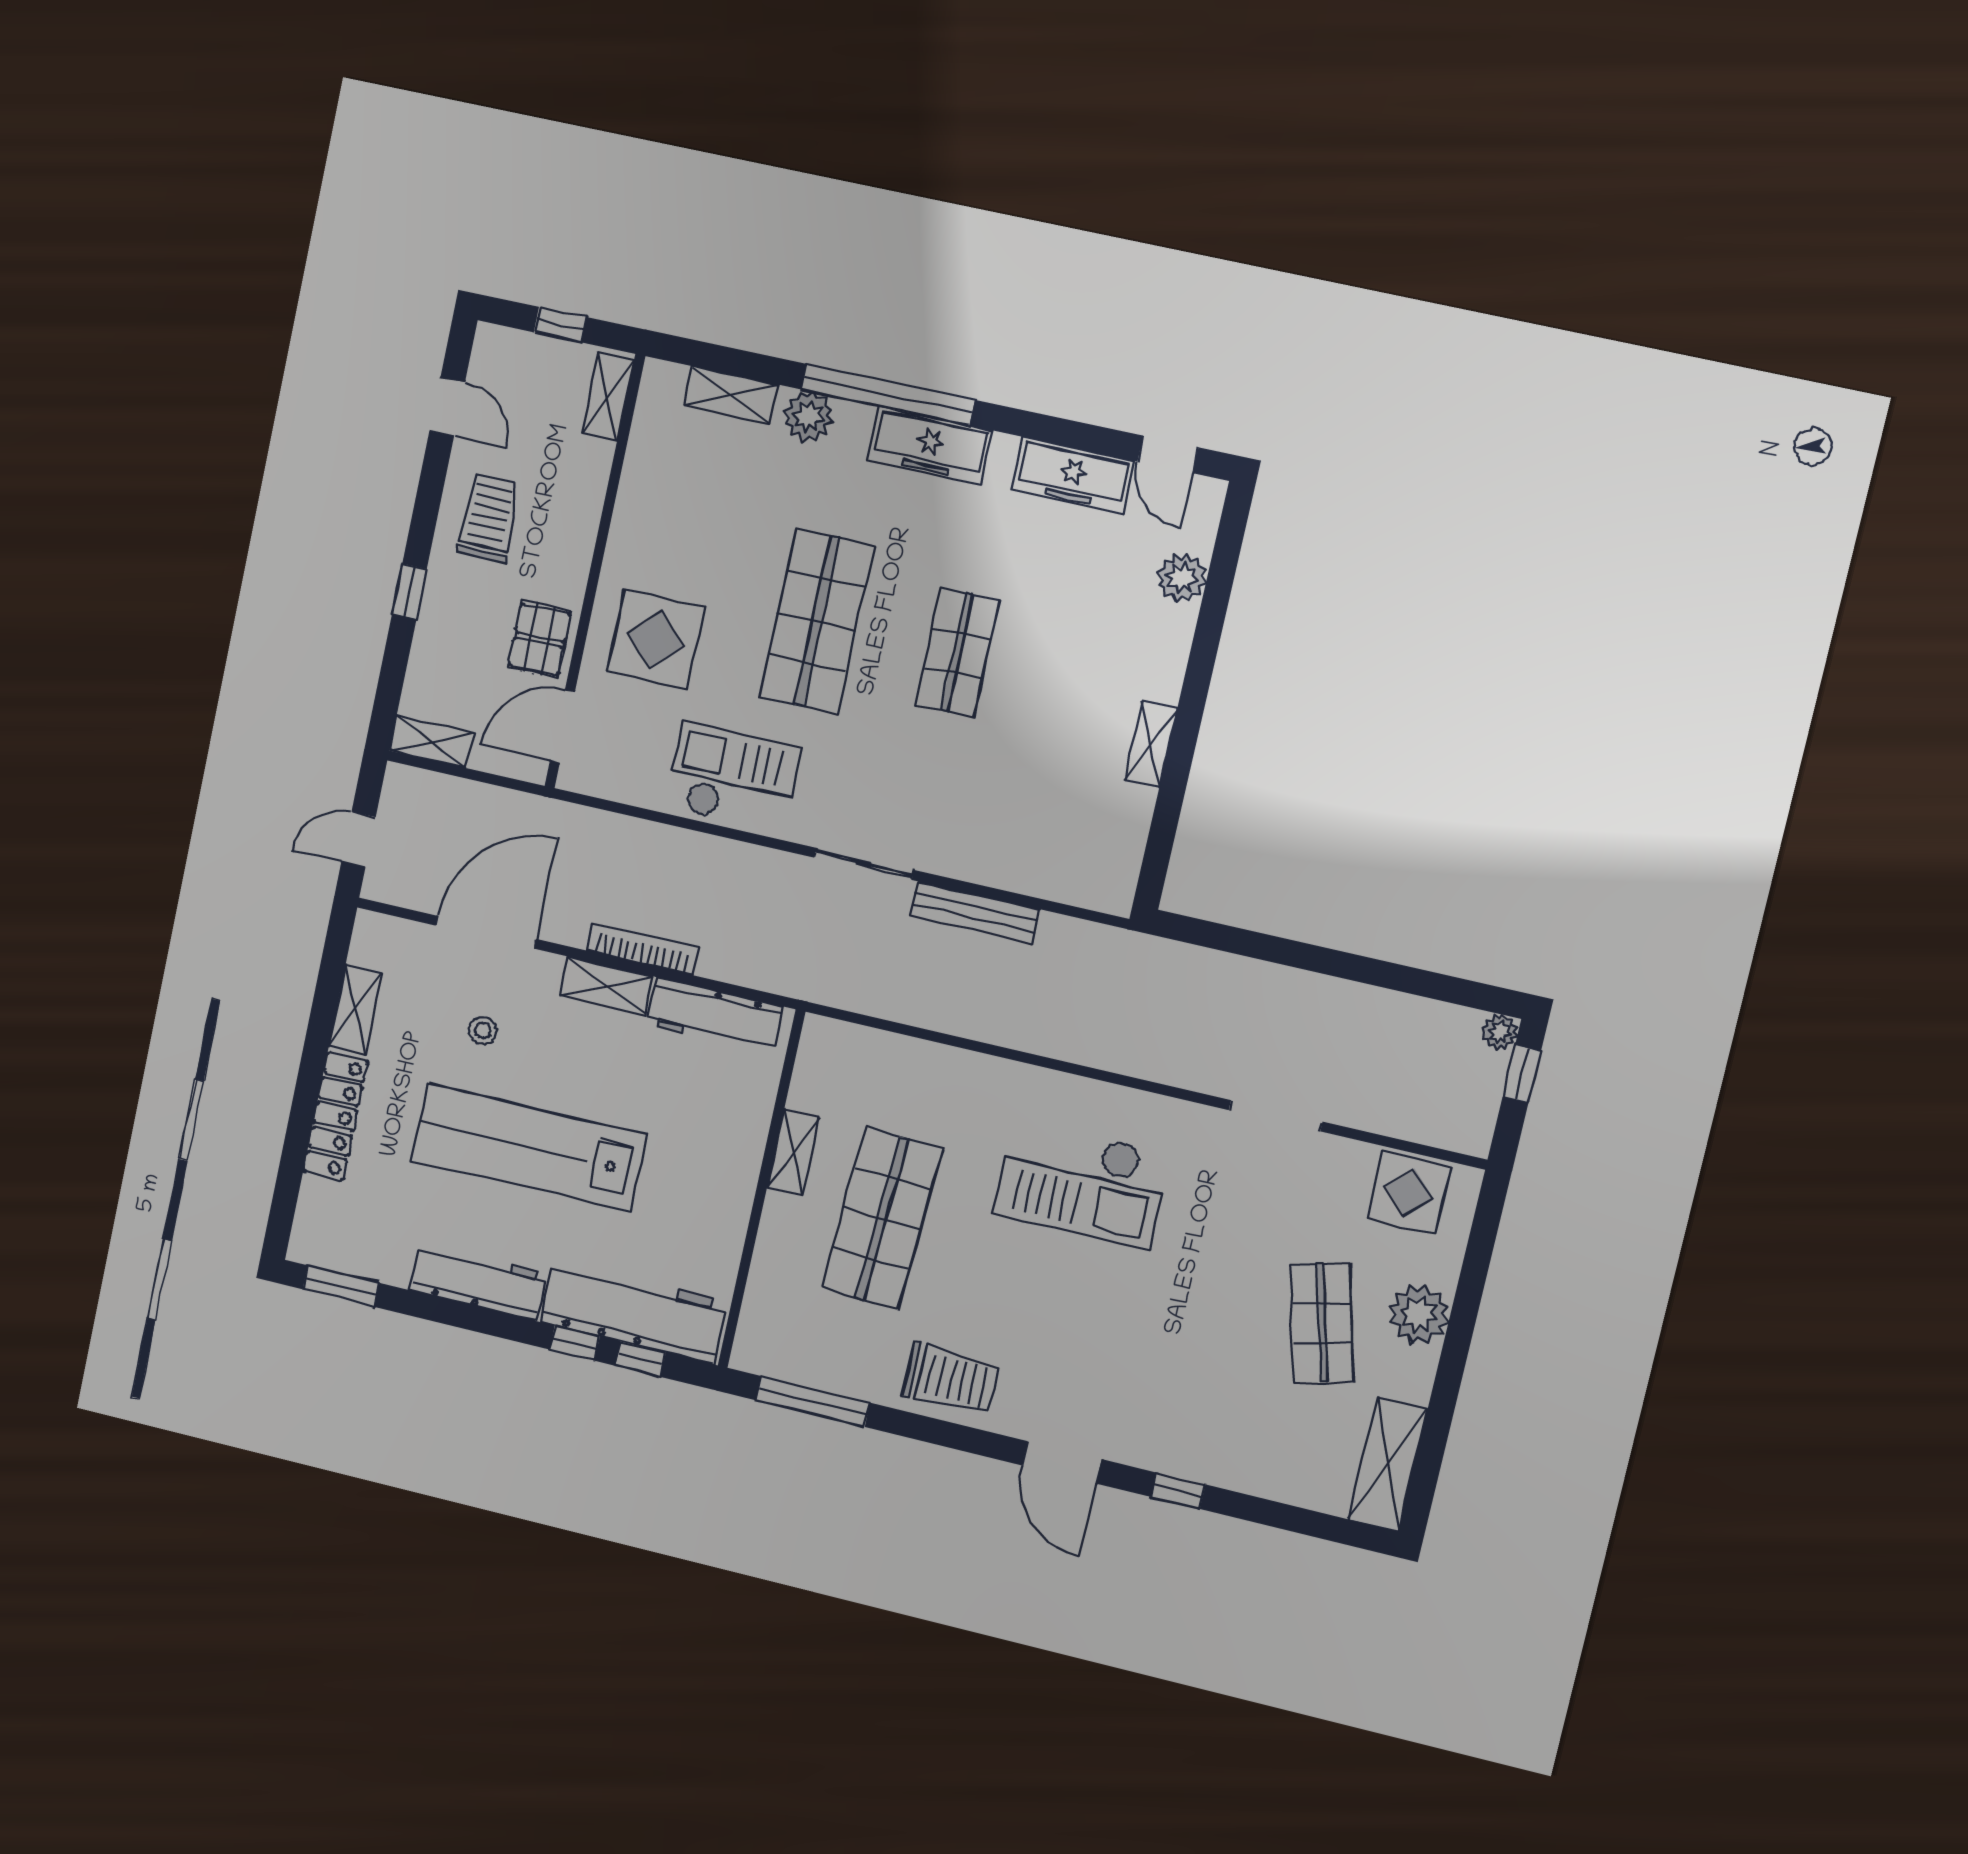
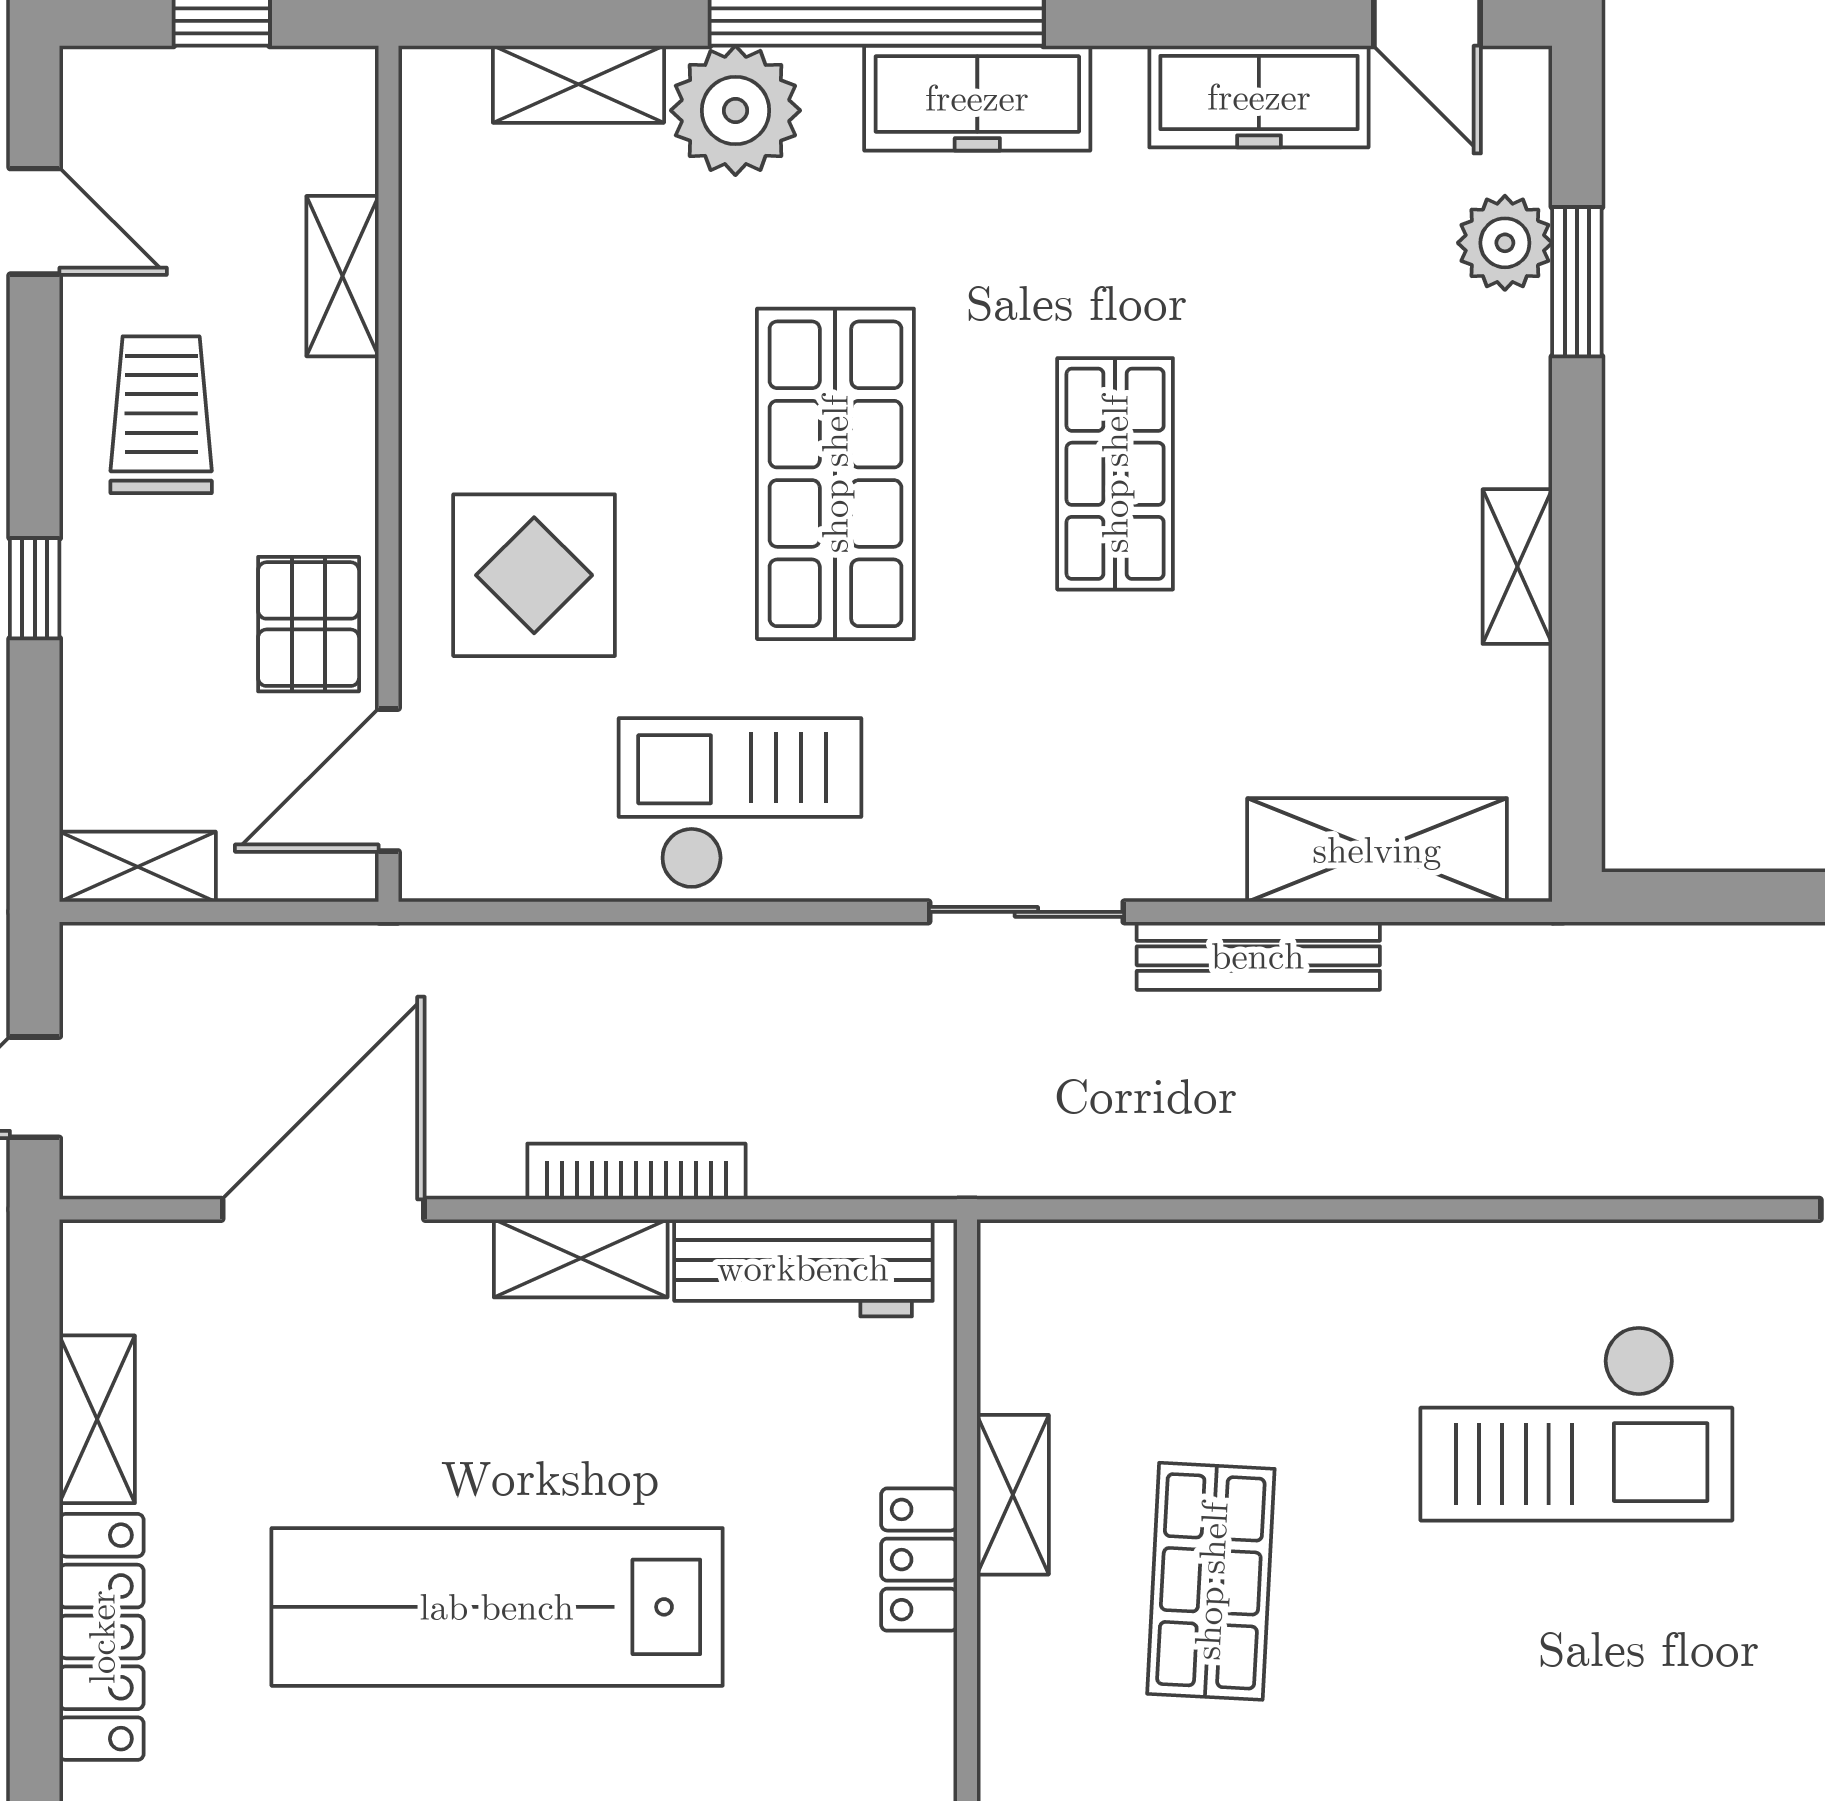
shelving: (608, 397) -> (342, 276), moved
plant: (809, 416) -> (735, 110), width x1.36, depth x1.36
window: (1214, 606) -> (1577, 282), added
shelving: (1047, 873) -> (1377, 850), added
stool: (483, 1030) -> (358, 1401), removed
locker: (740, 1173) -> (919, 1560), added
shop shelf: (882, 1218) -> (1211, 1581), width x0.70, depth x0.74

